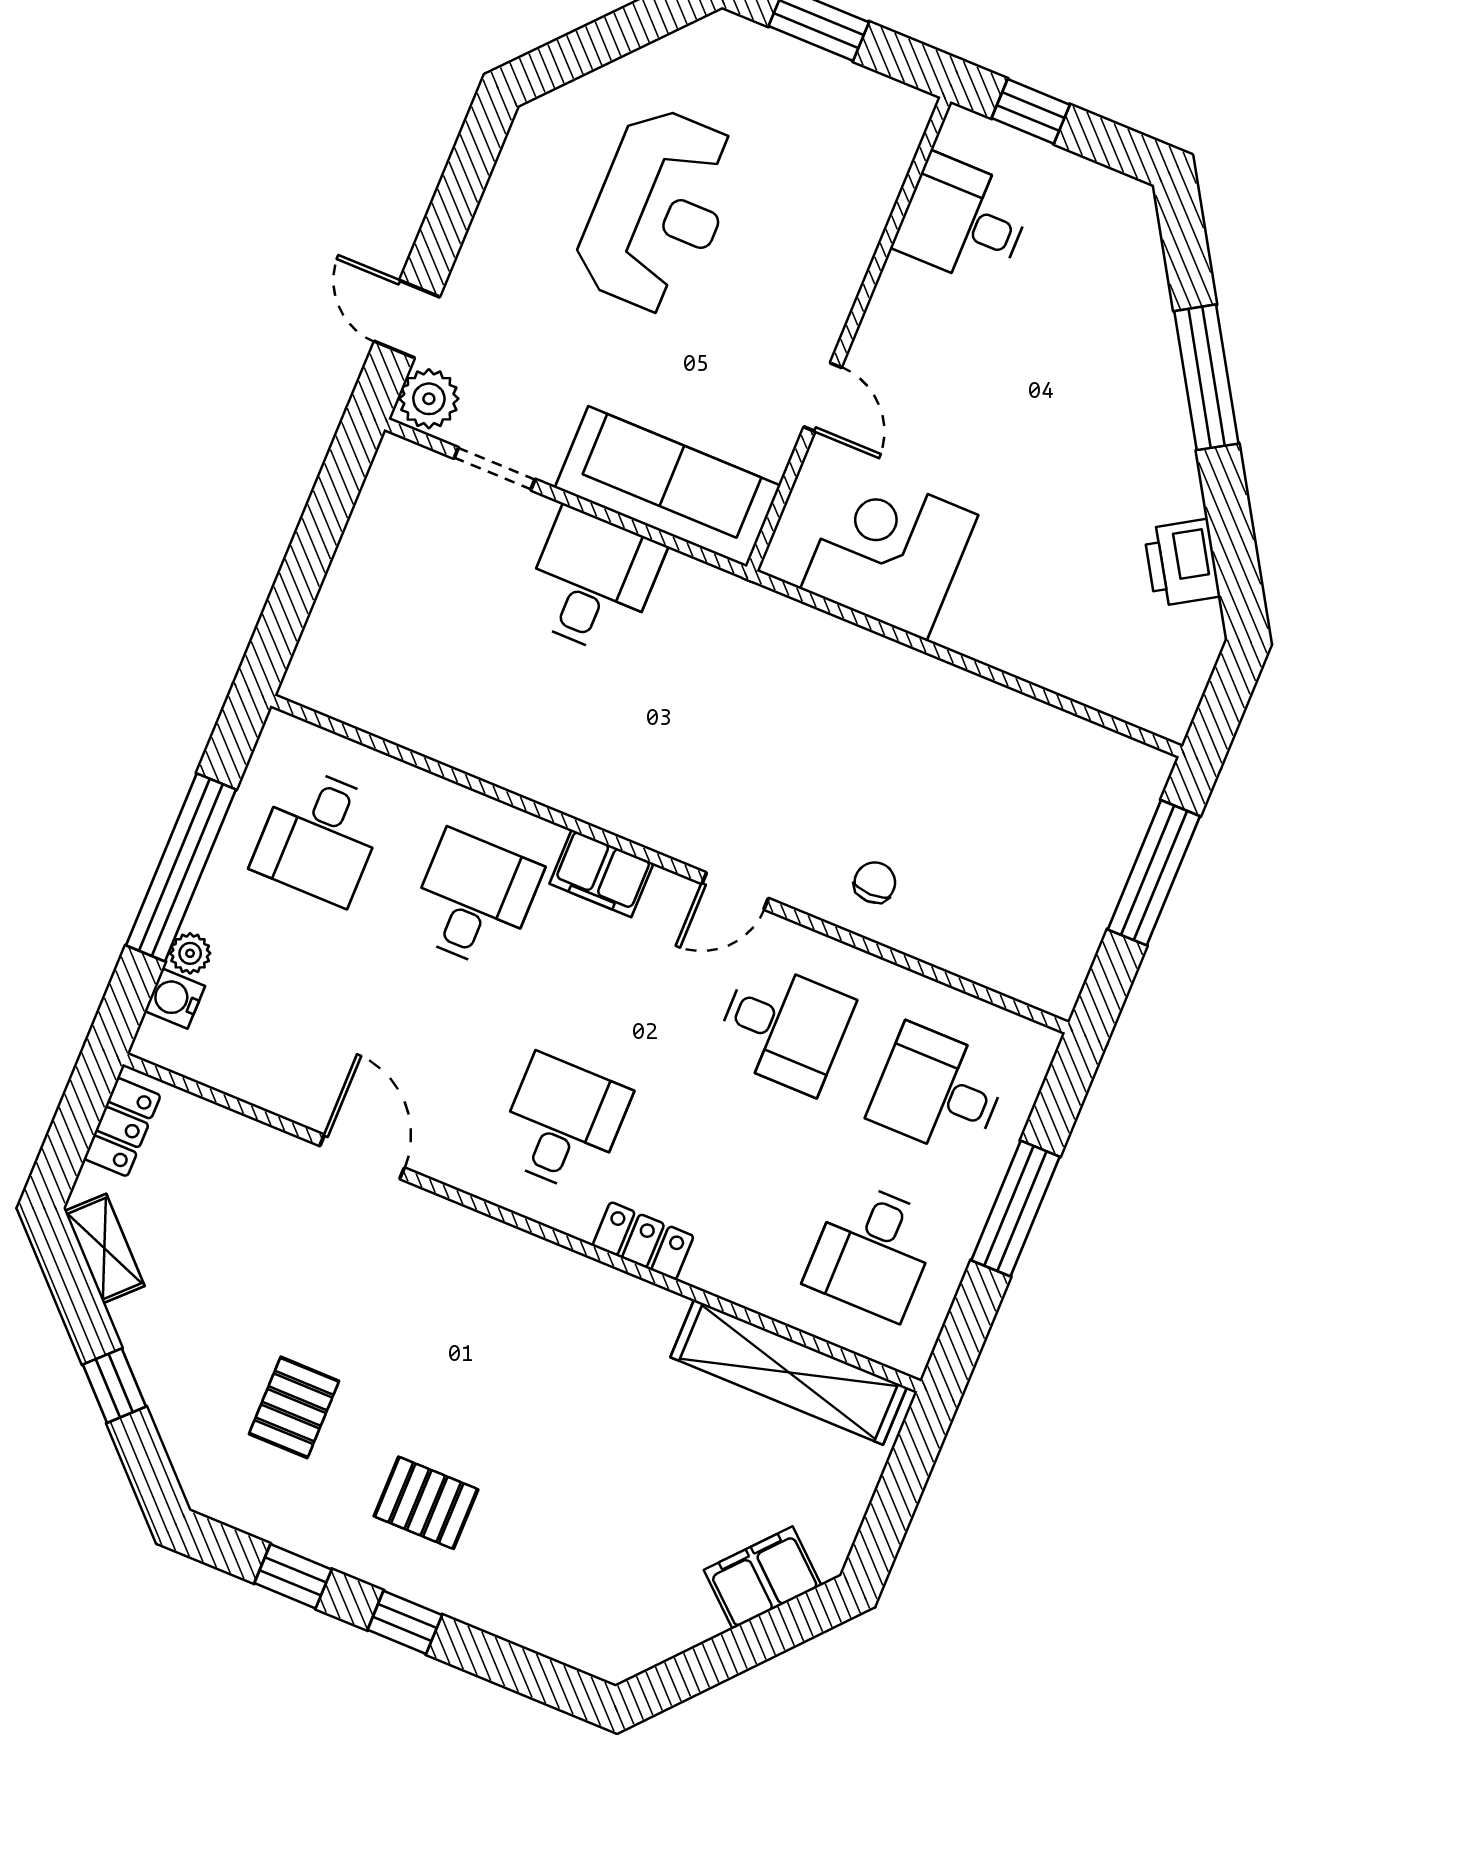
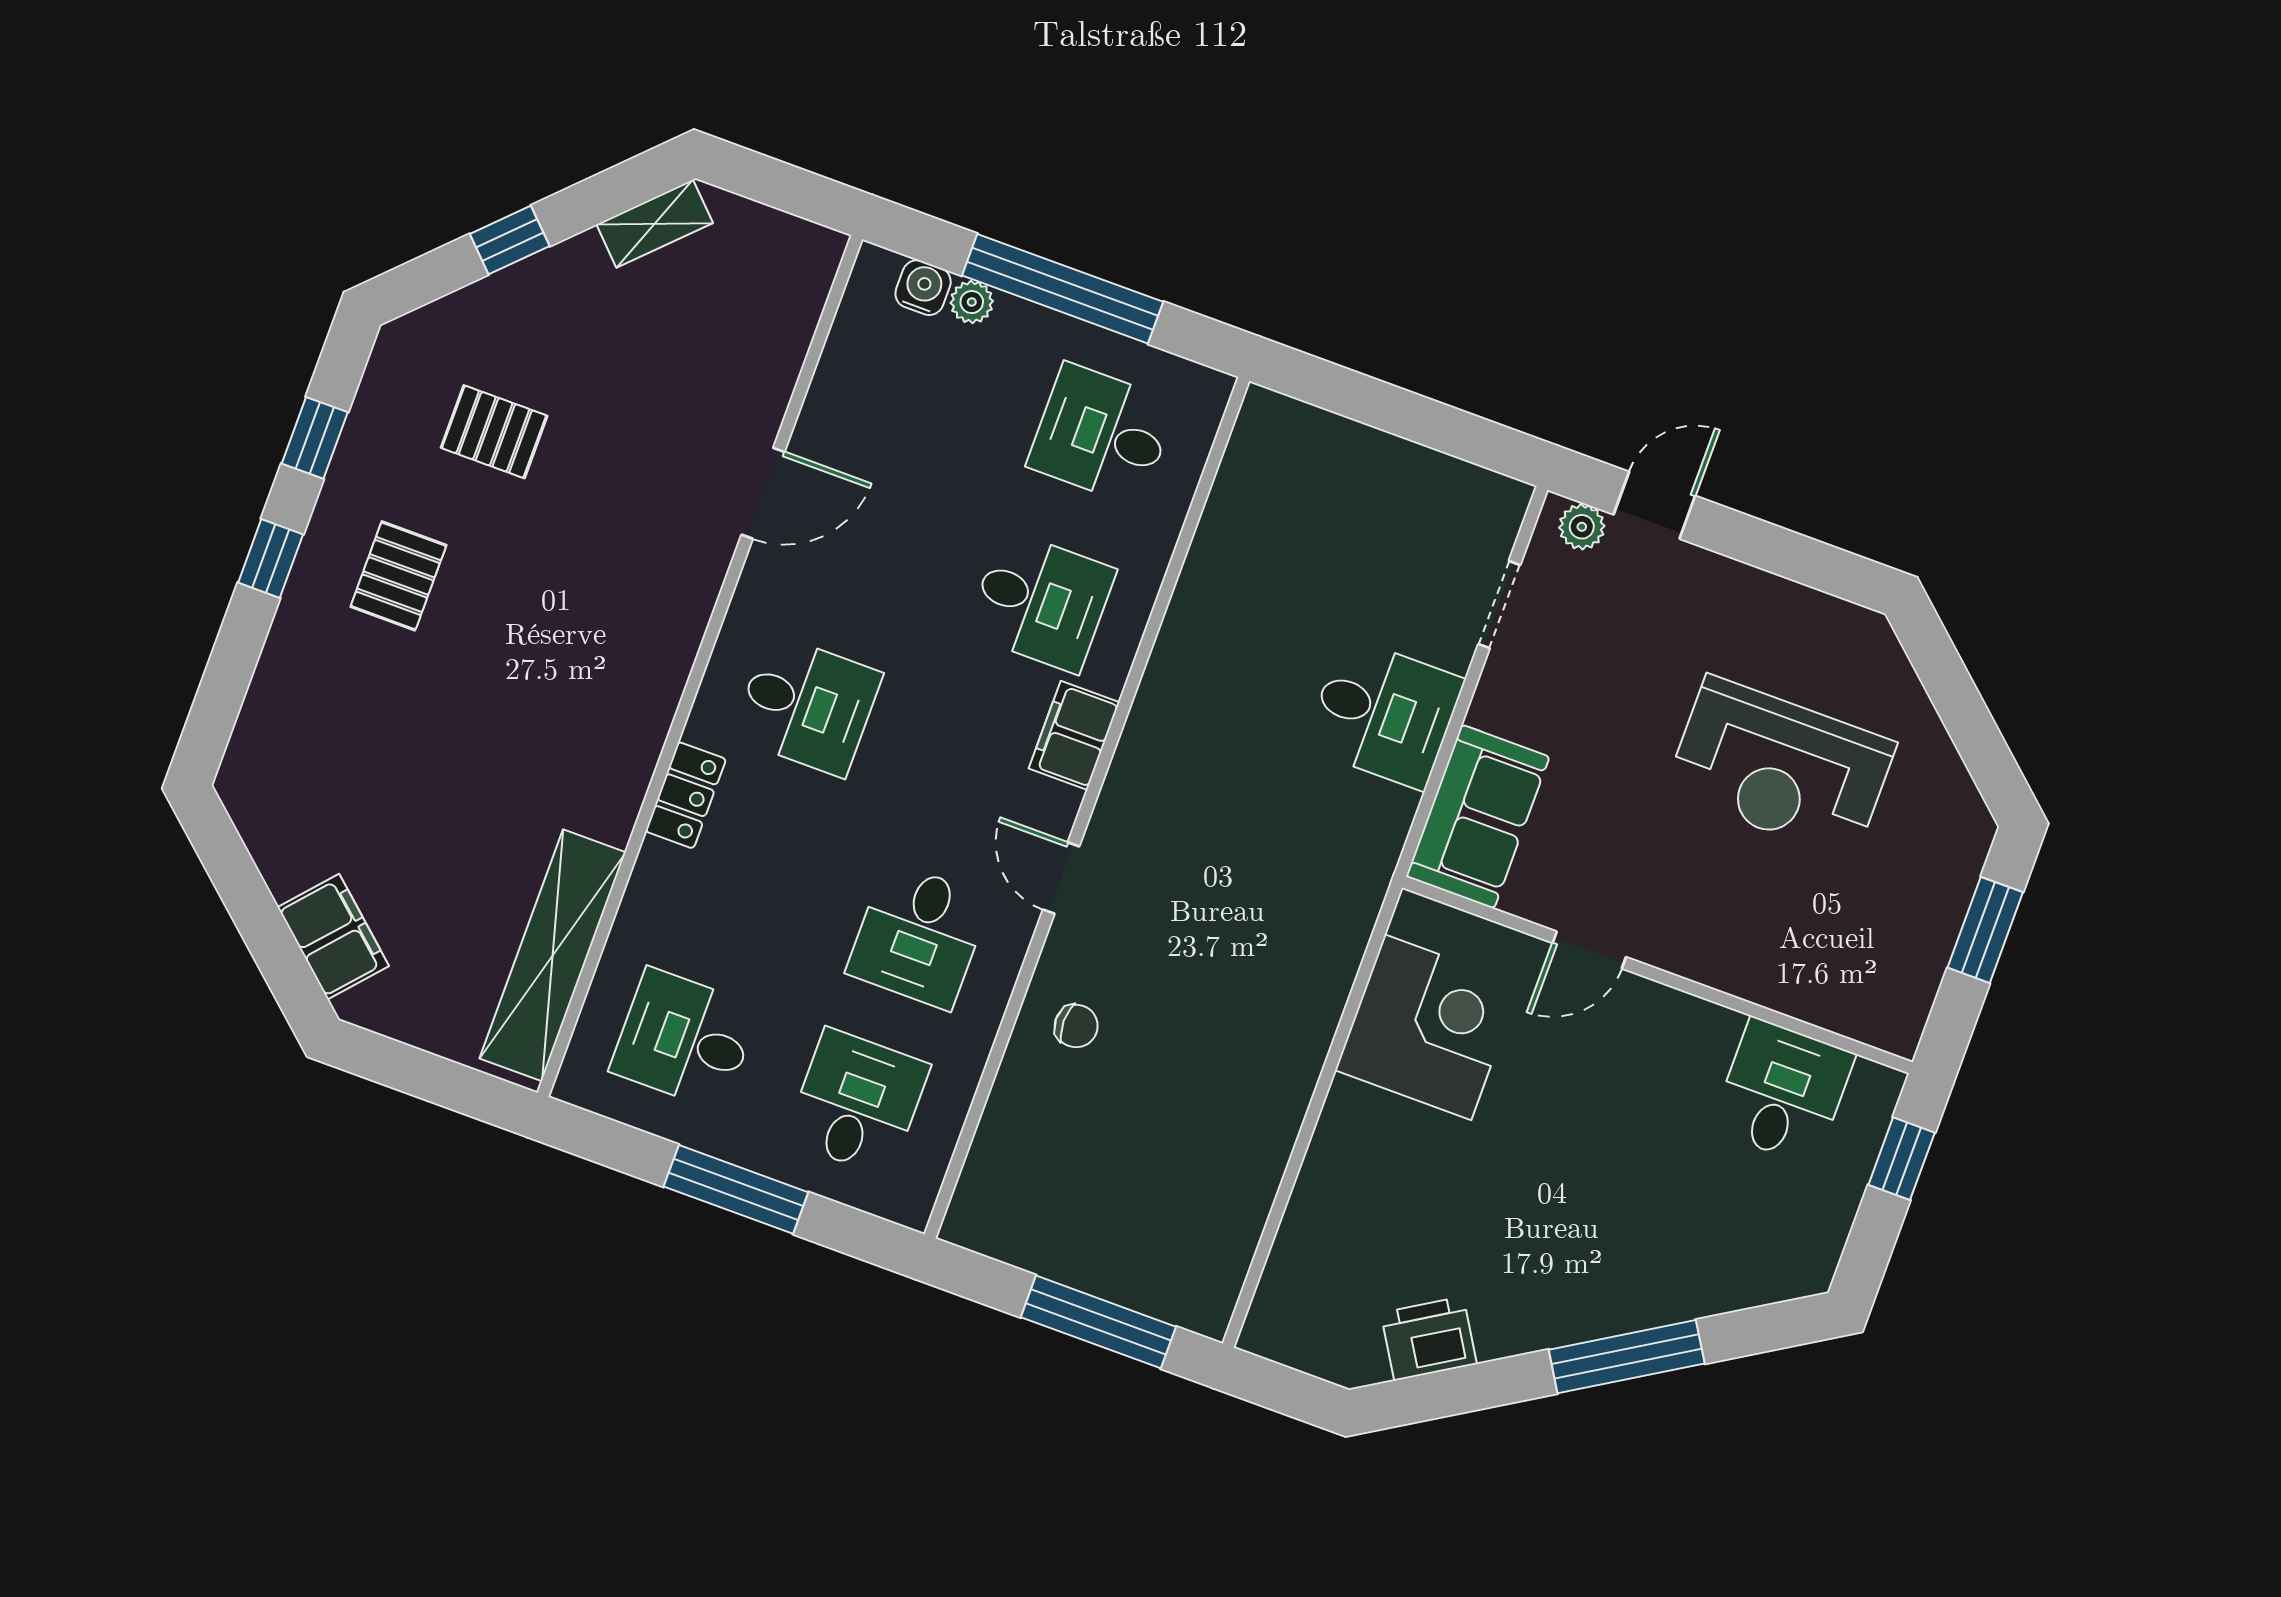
plant: (429, 399) -> (1582, 527), width x0.73, depth x0.73
sofa: (668, 487) -> (1478, 817), width x0.73
locker: (122, 1127) -> (784, 237), removed

